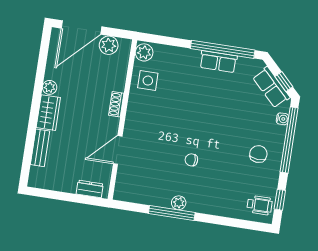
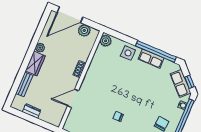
side table: (148, 81) -> (128, 53), moved
dresser: (90, 189) -> (32, 111), moved

